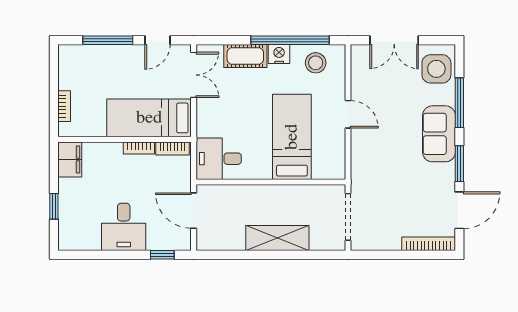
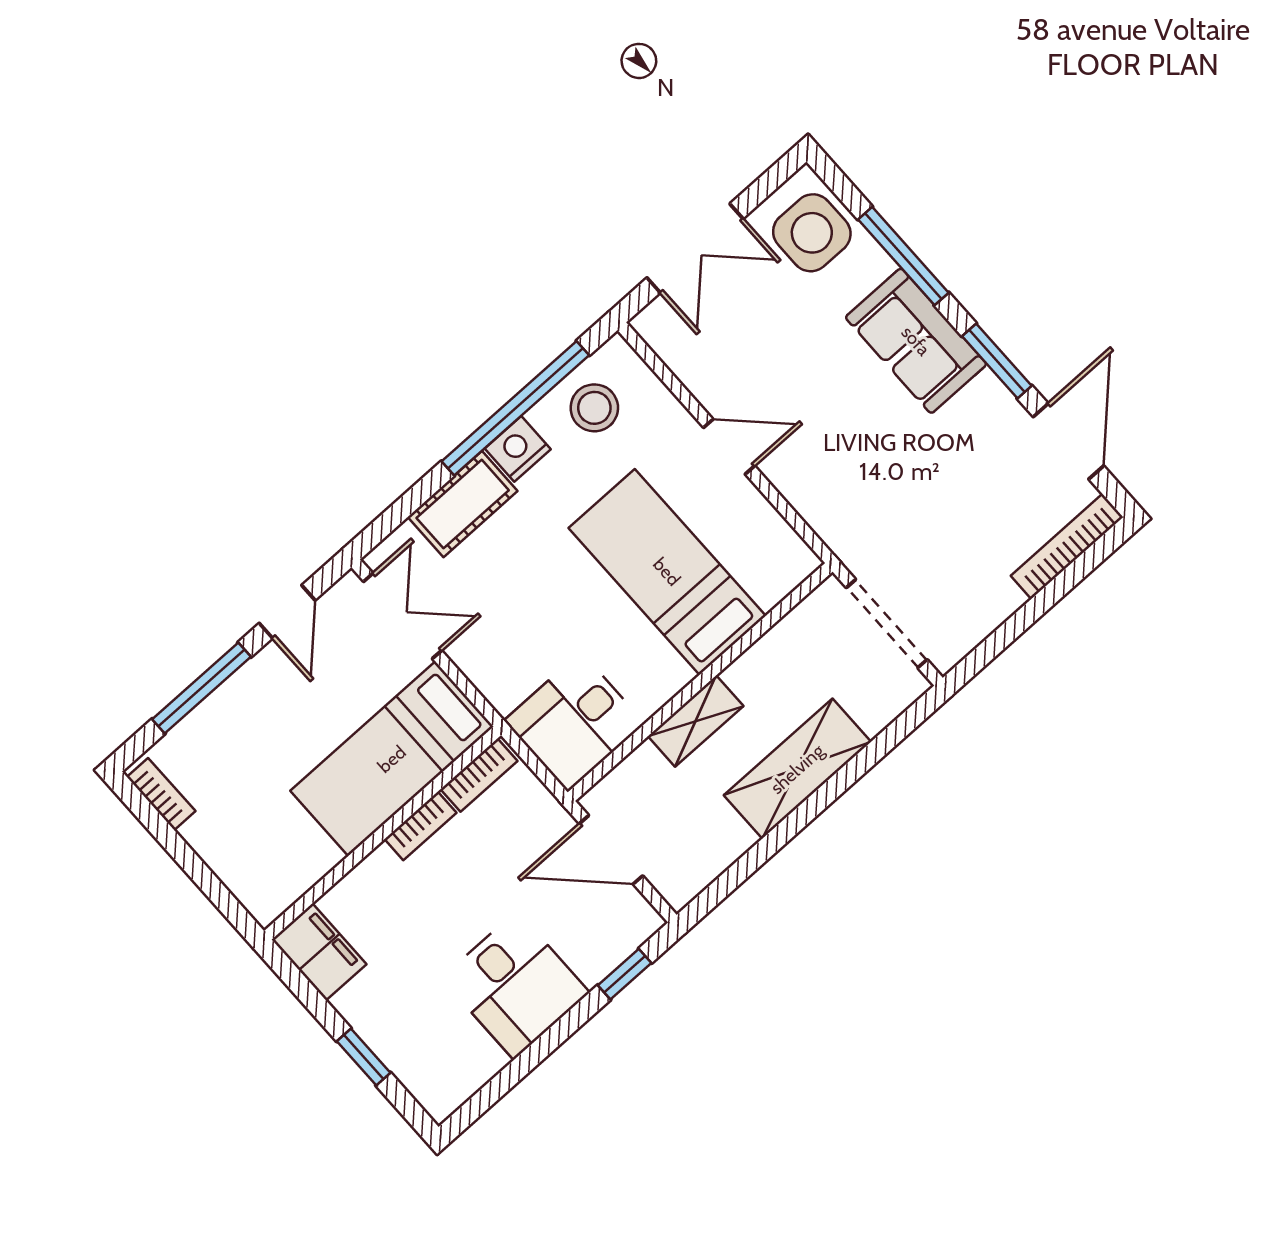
bookcase: (64, 106) -> (161, 794), moved
shelving: (258, 193) -> (696, 721), added

